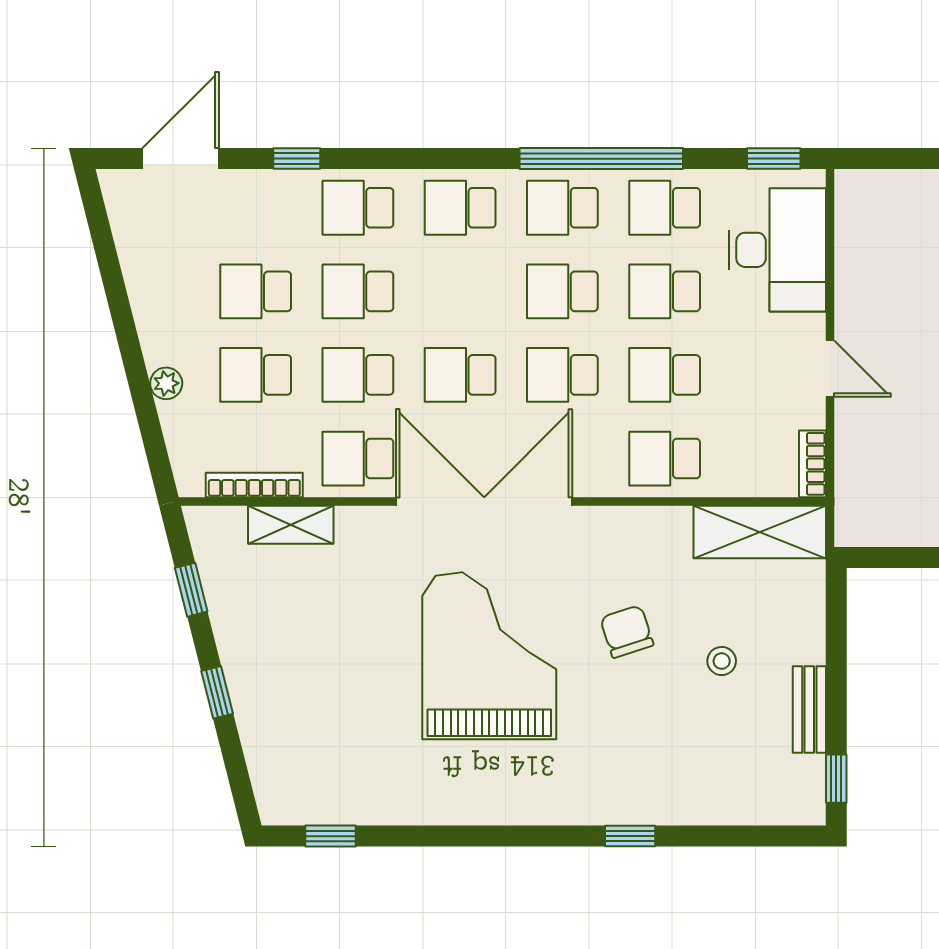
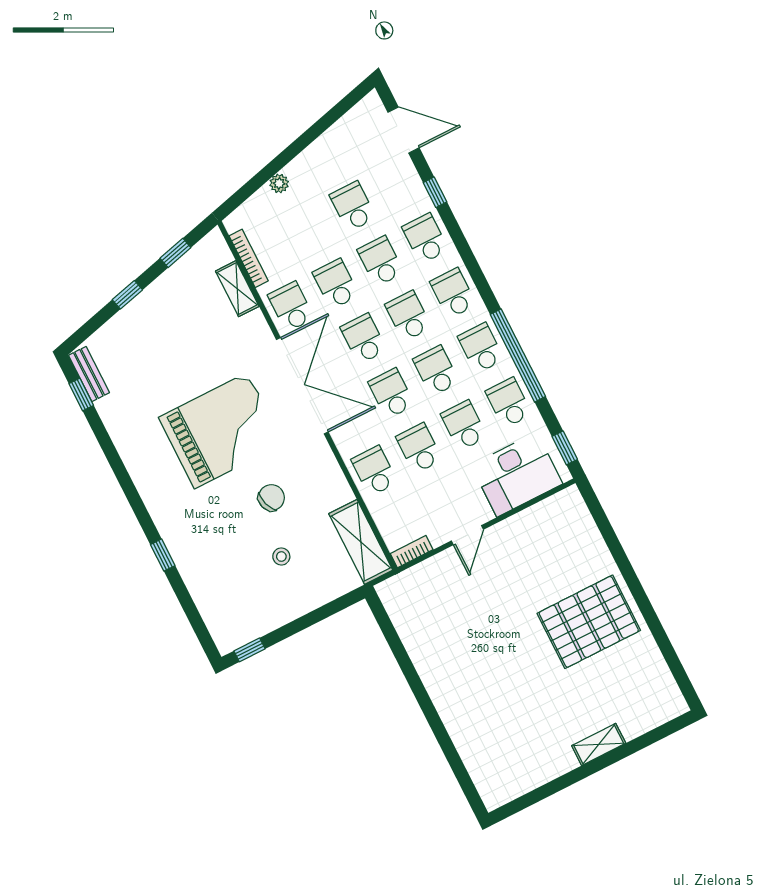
school desk: (256, 375) -> (408, 316), moved
bench: (809, 710) -> (89, 374), moved, turned 90

